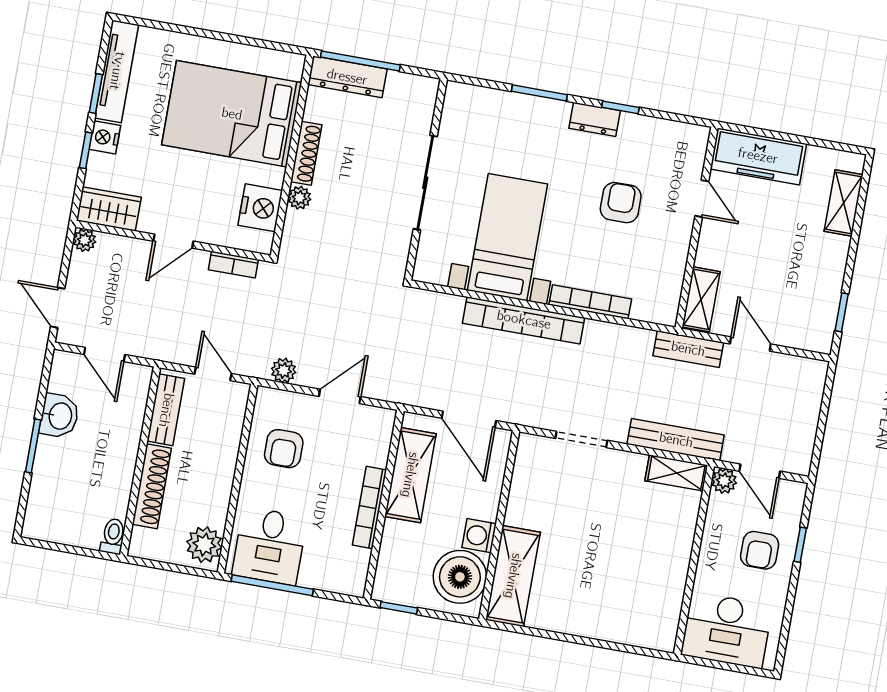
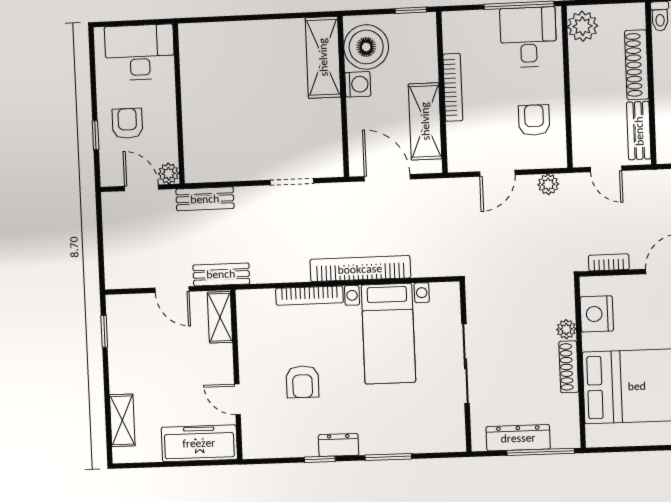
dresser: (347, 77) -> (518, 438), moved
bench: (676, 440) -> (205, 199), width x0.73
shelving: (676, 473) -> (209, 171), removed

